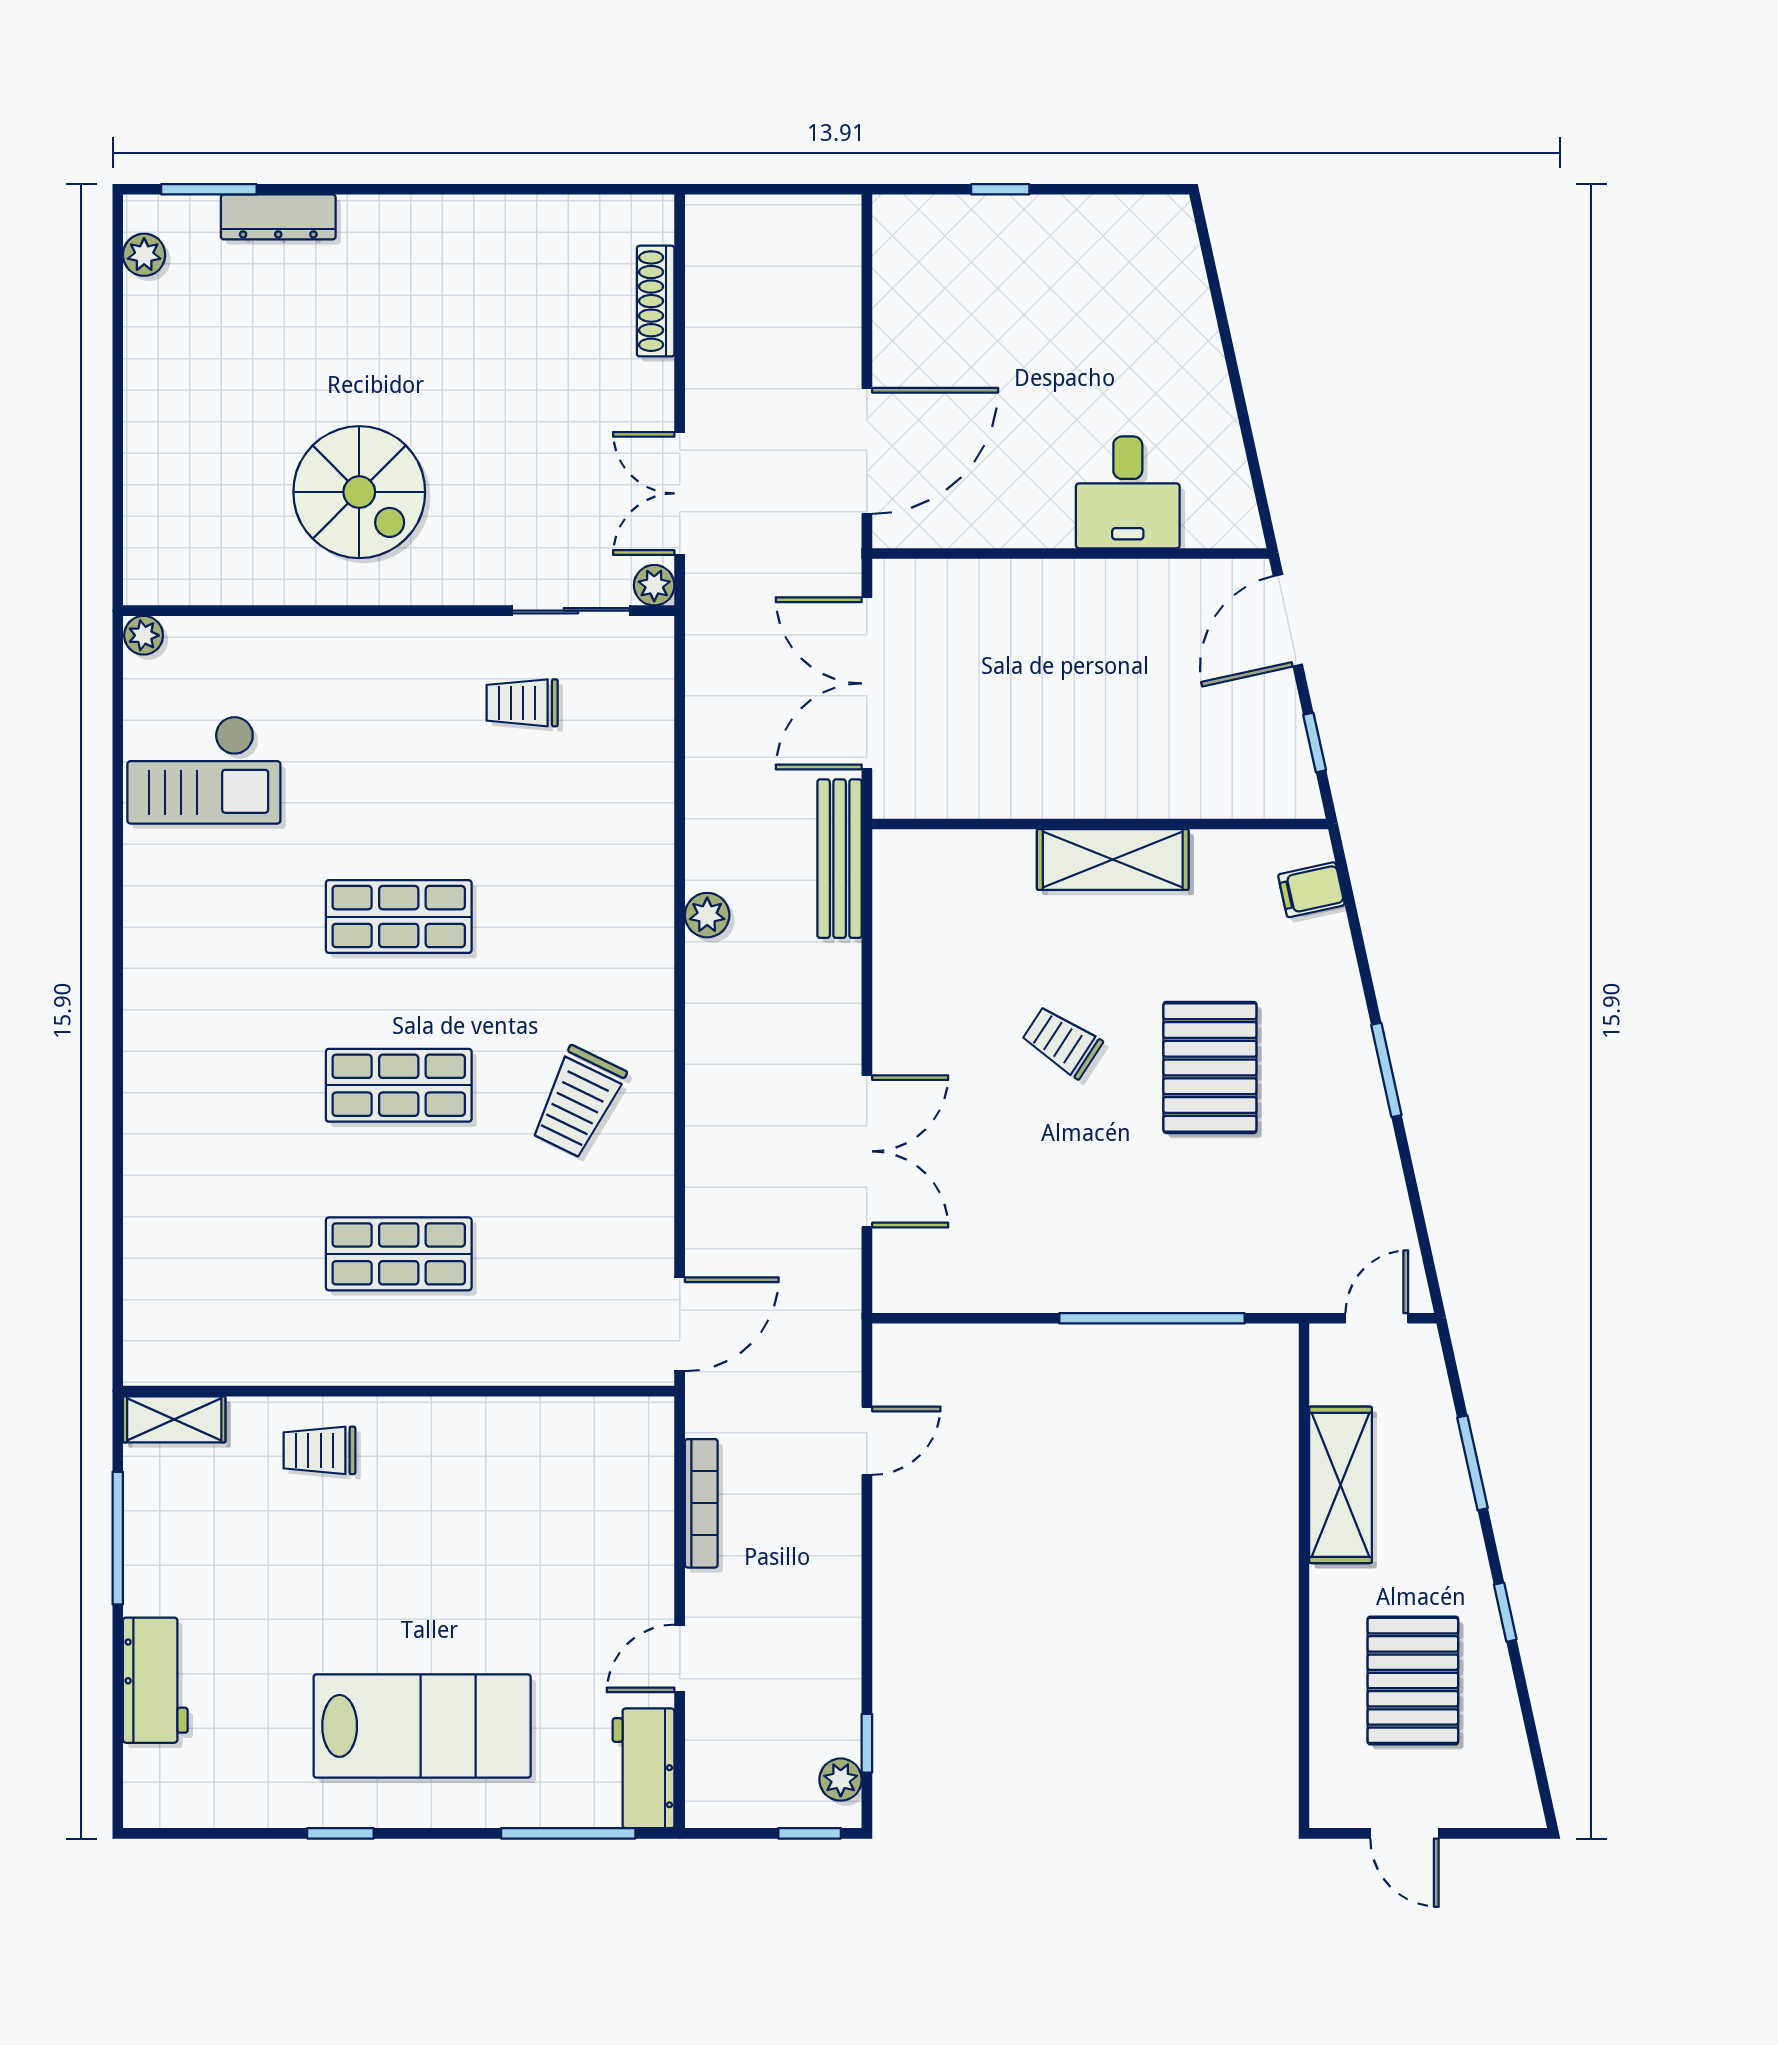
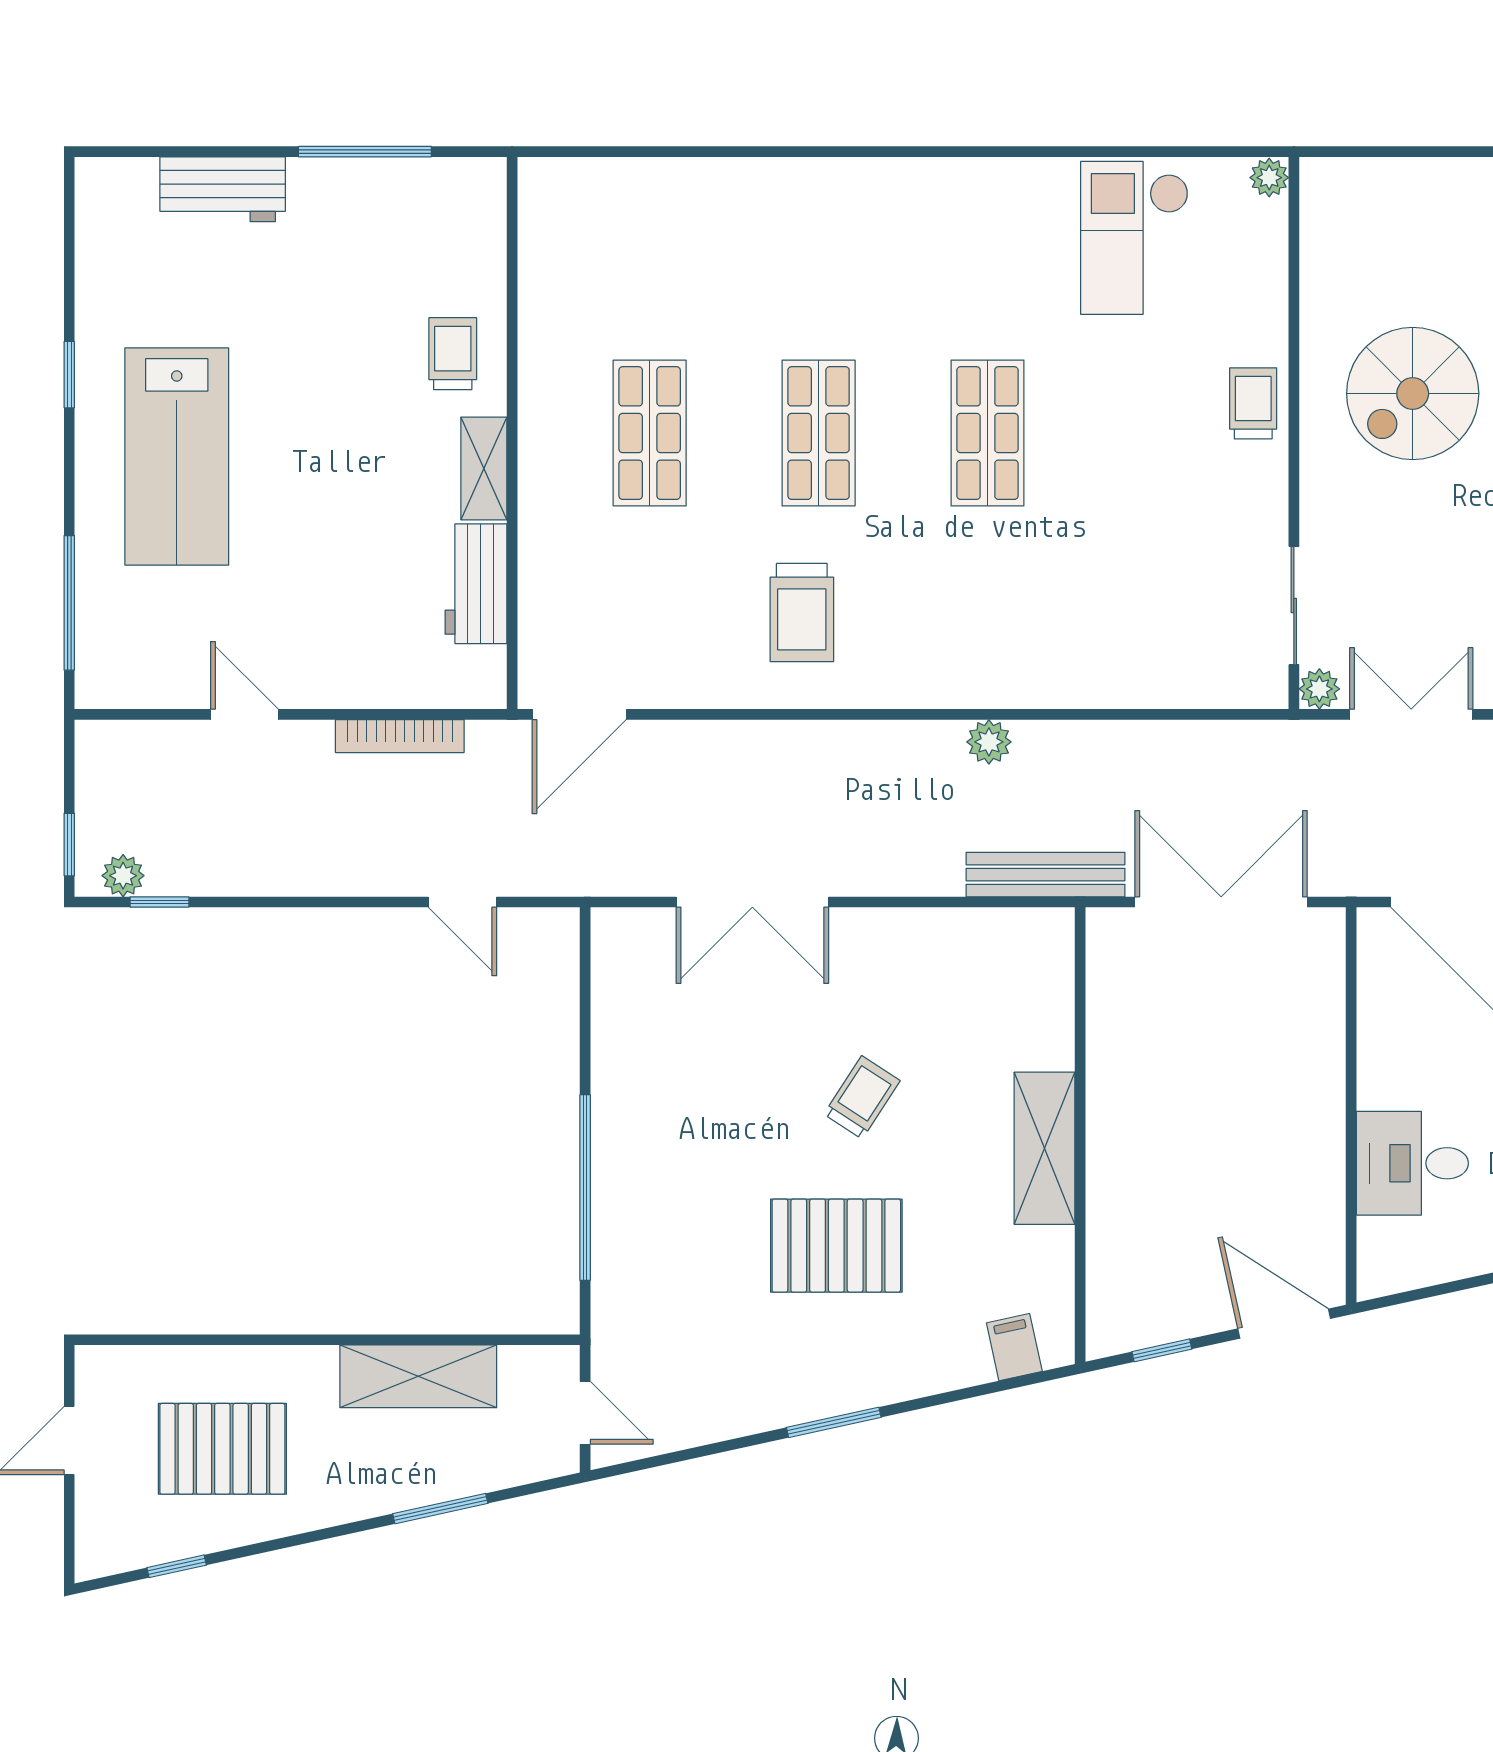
trolley: (522, 703) -> (1253, 403), moved
trolley: (578, 1102) -> (802, 612), turned -116
door: (680, 1324) -> (579, 714), hinge flipped
shelving: (174, 1419) -> (484, 468), moved
window: (1505, 1612) -> (177, 1566), moved
workbench: (644, 1768) -> (476, 584), moved, turned -90

